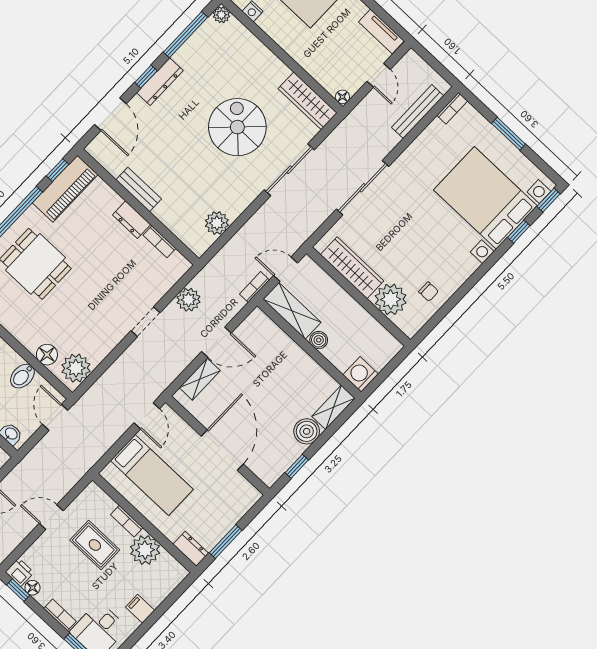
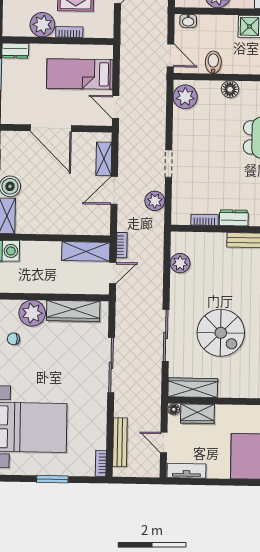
wardrobe: (325, 74) -> (197, 414), added
boiler: (319, 340) -> (53, 248), removed
floor lamp: (47, 355) -> (230, 89), moved

